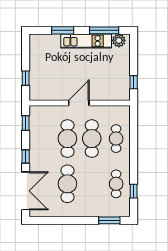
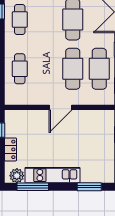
window: (63, 30) -> (89, 187), moved
locker: (125, 65) -> (10, 149), added
cafe table: (92, 139) -> (99, 69), moved

